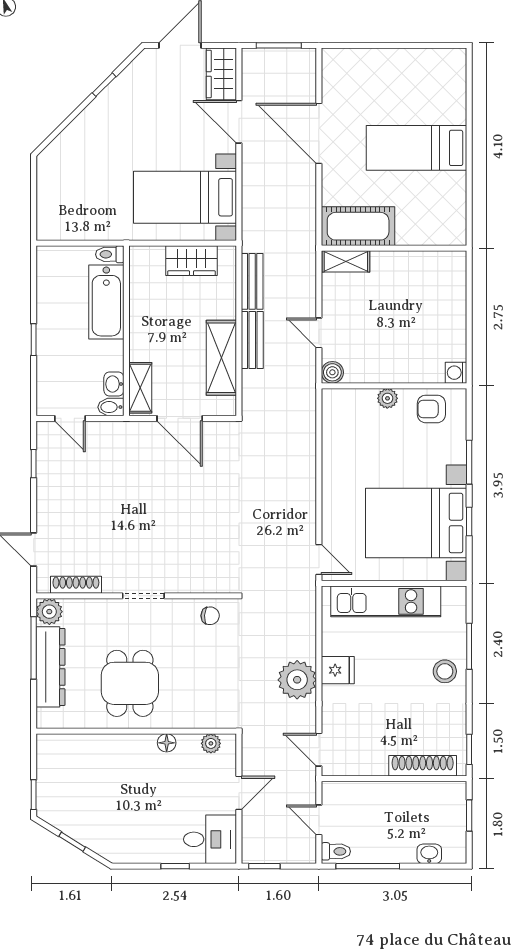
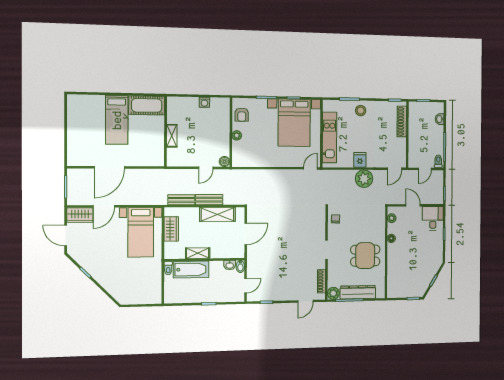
cot: (358, 226) -> (147, 105), moved, turned 90
shelving: (346, 261) -> (172, 136), moved
washing machine: (456, 373) -> (204, 102), moved
shelving: (140, 388) -> (198, 253), moved

